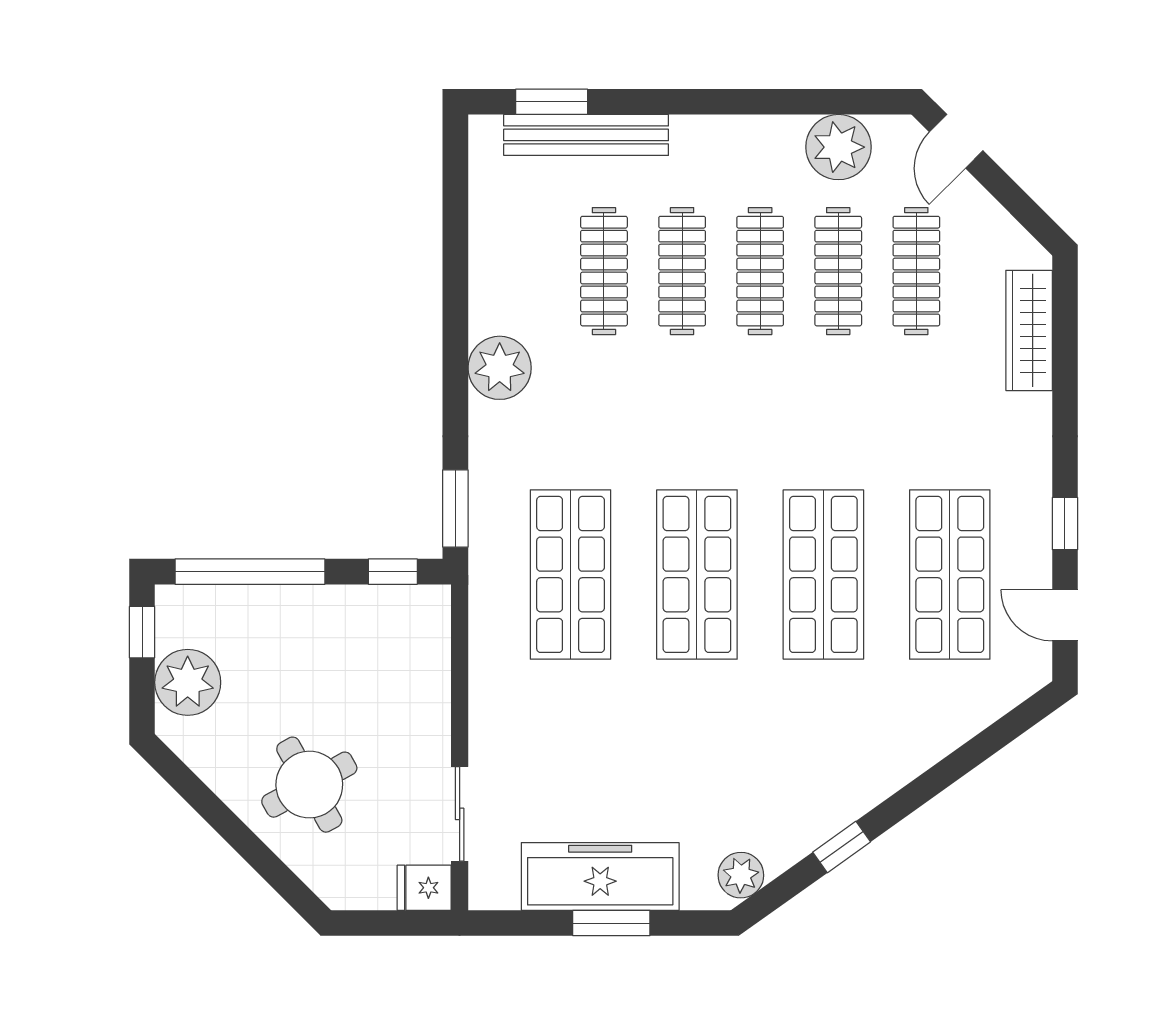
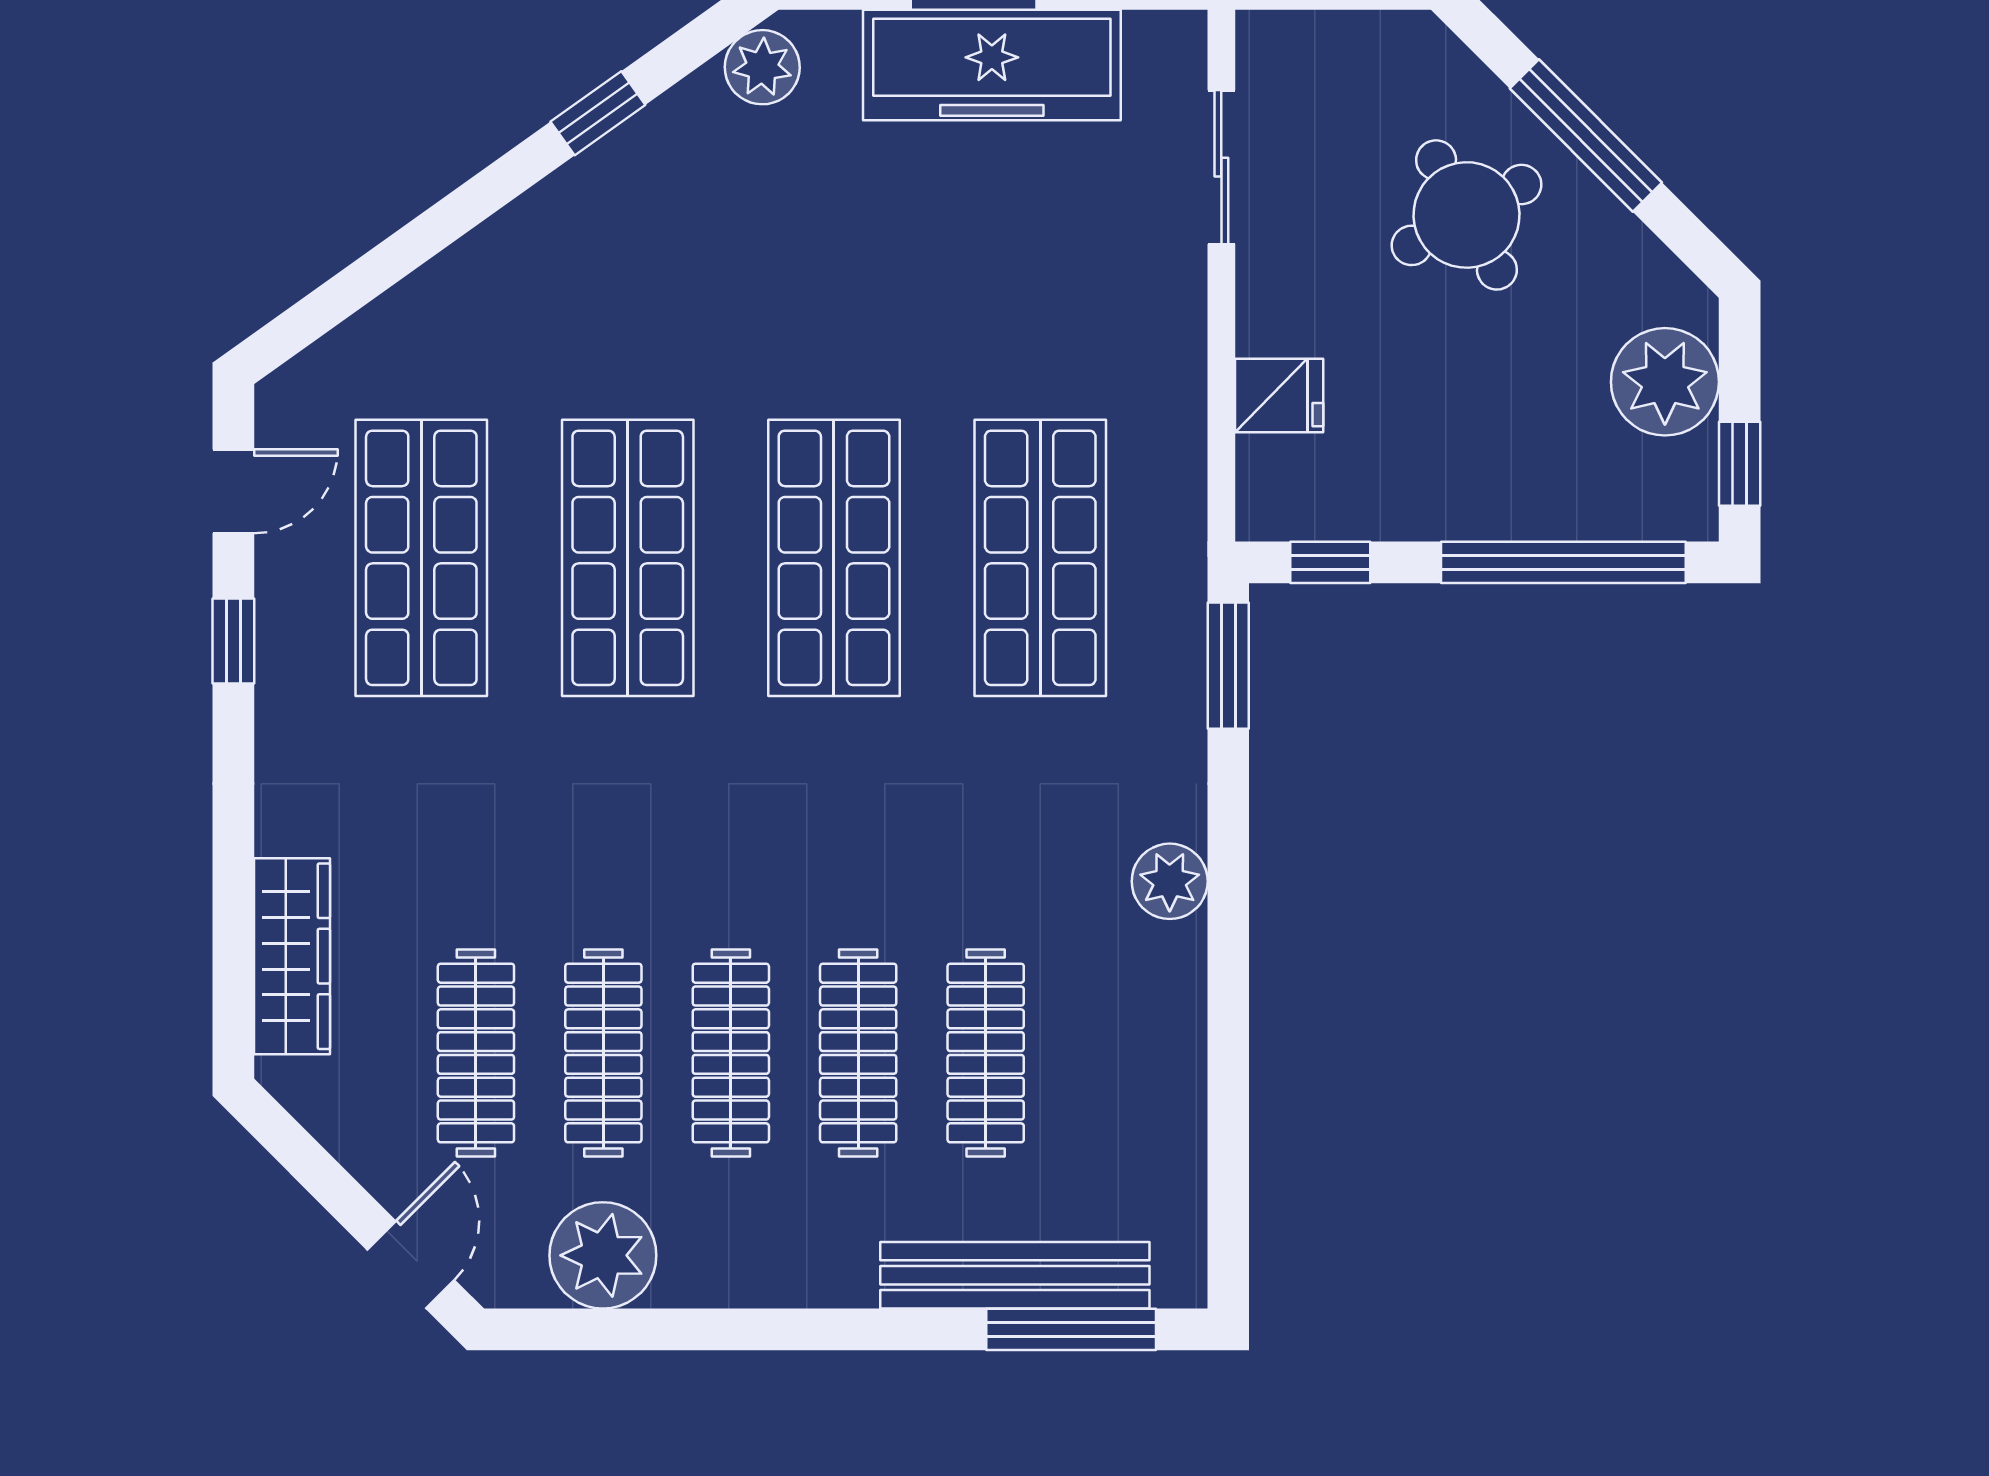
window: (552, 102) -> (1071, 1329), width x1.44
plant: (500, 368) -> (1170, 881), width x0.73, depth x0.73
door: (1065, 615) -> (233, 491), hinge flipped
window: (236, 833) -> (1586, 135), added
fridge: (424, 888) -> (1279, 395), moved

